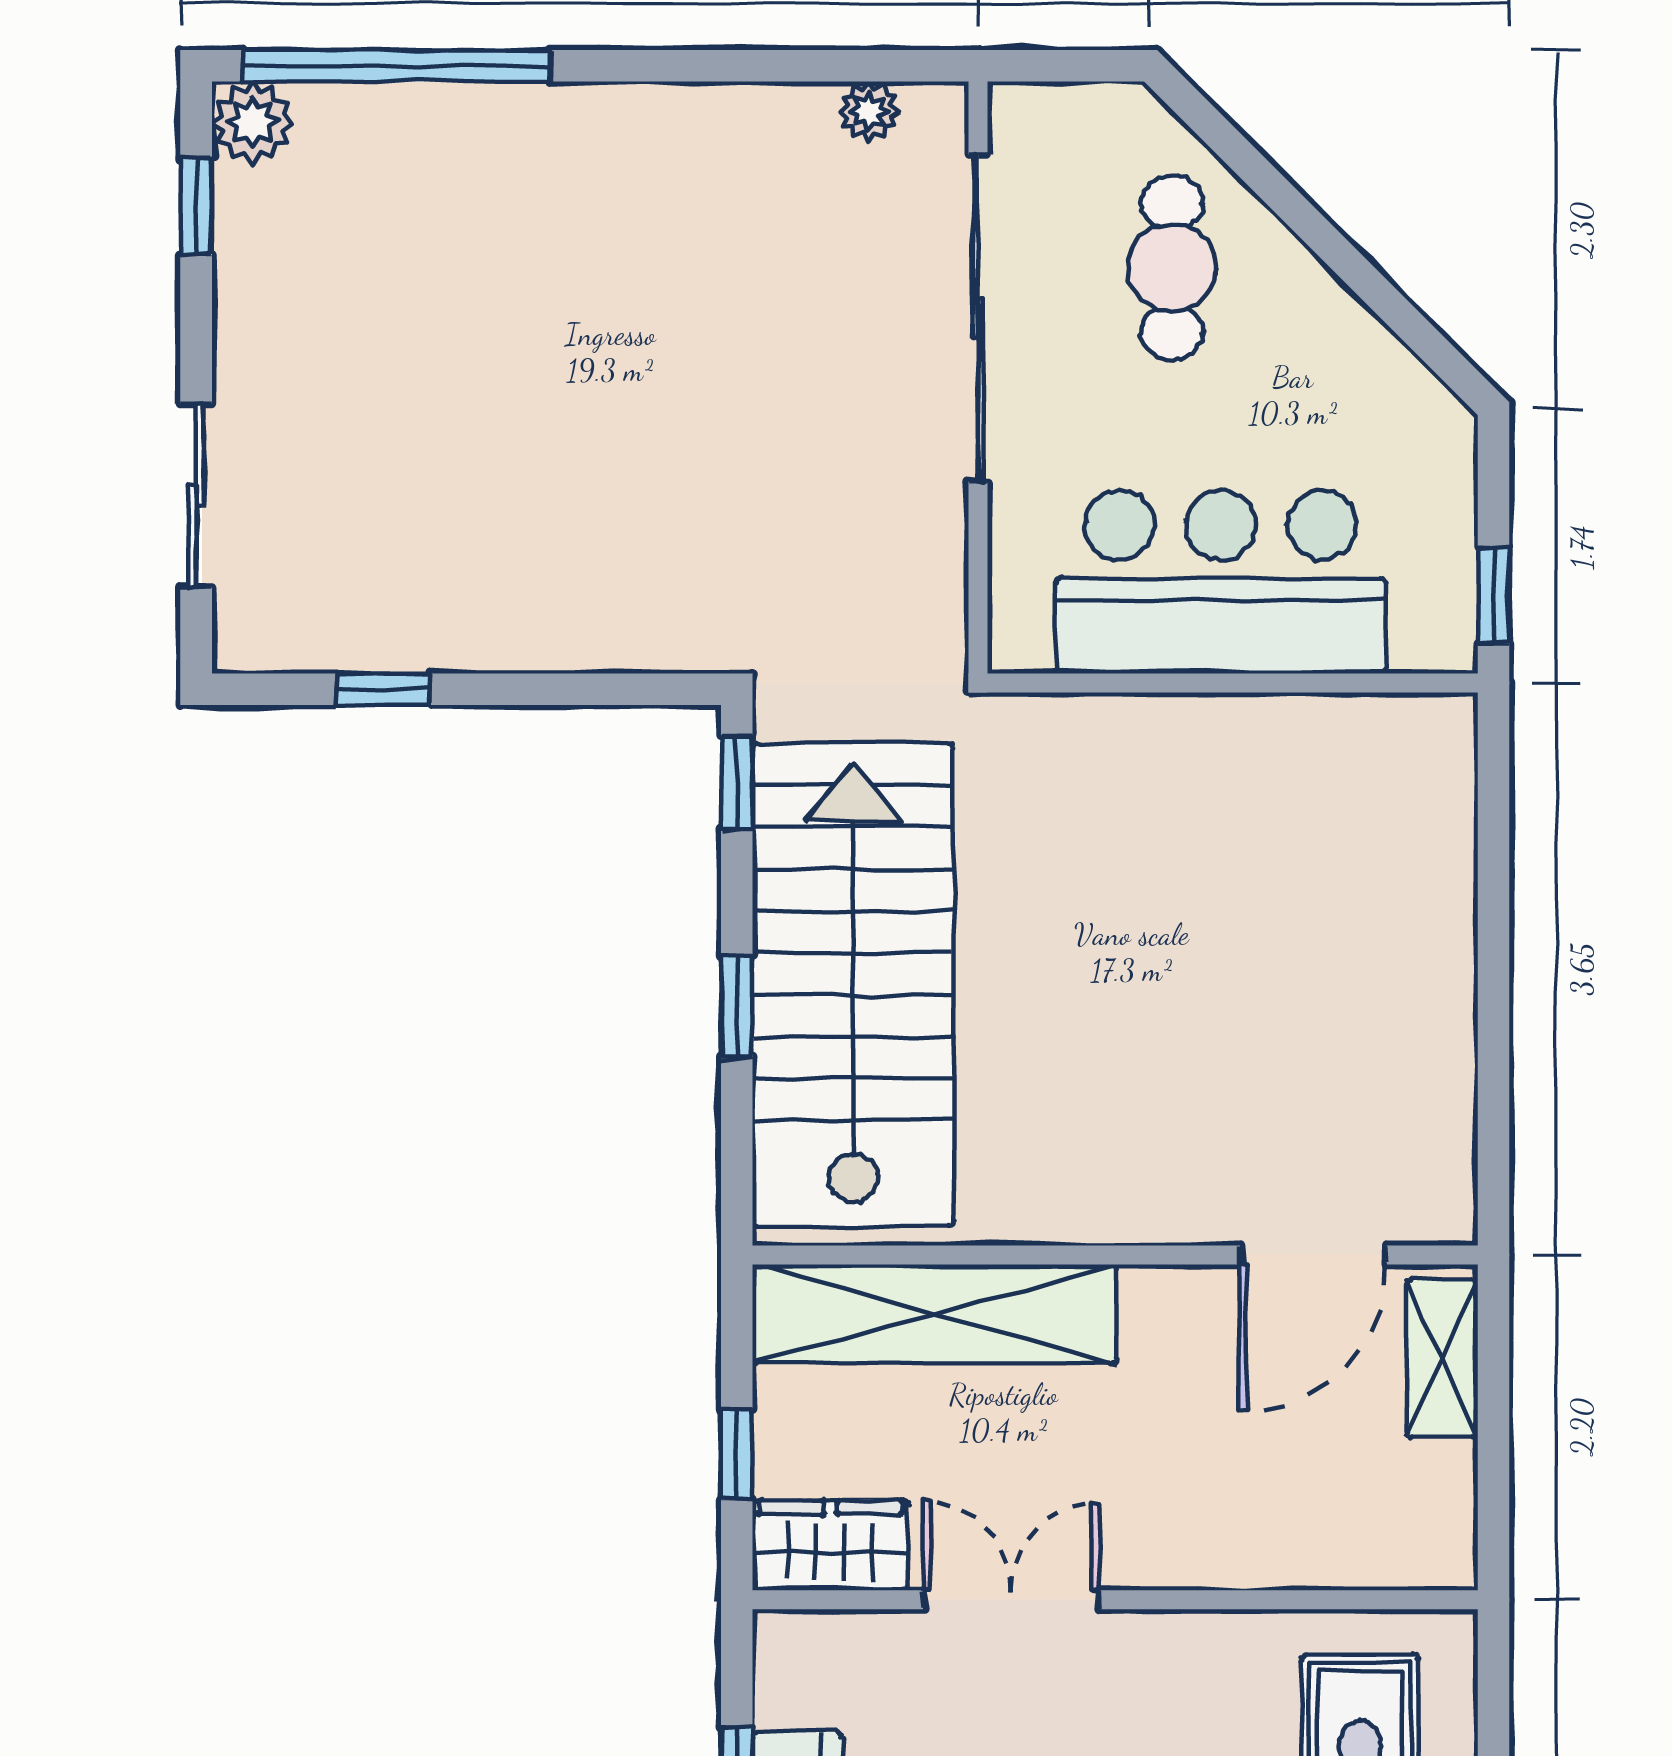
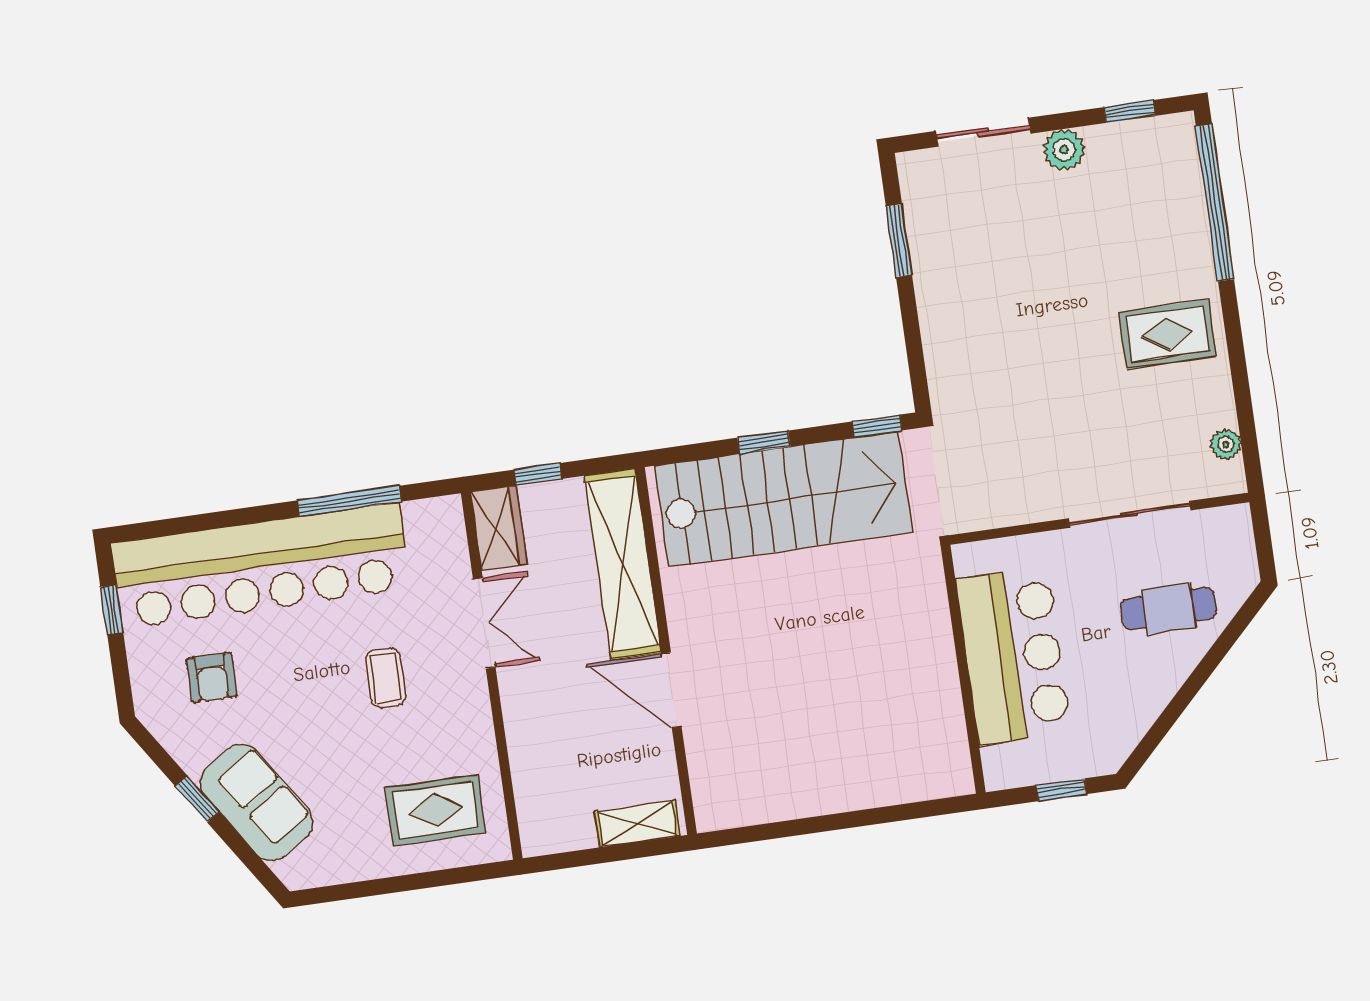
plant: (252, 122) -> (1064, 150), moved
rug: (639, 194) -> (1168, 334), added
sliding door: (978, 318) -> (1129, 514), width x0.73
window: (1494, 595) -> (1061, 790), moved
window: (383, 689) -> (899, 241), width x1.50
door: (1313, 1255) -> (671, 690), moved

